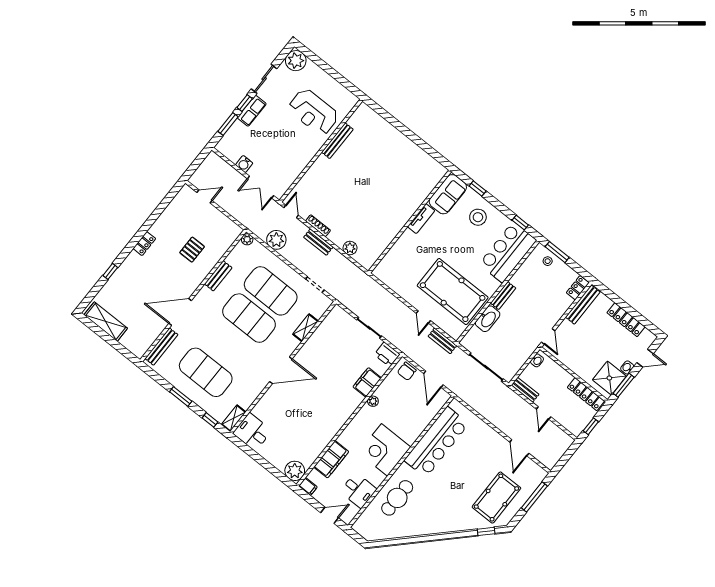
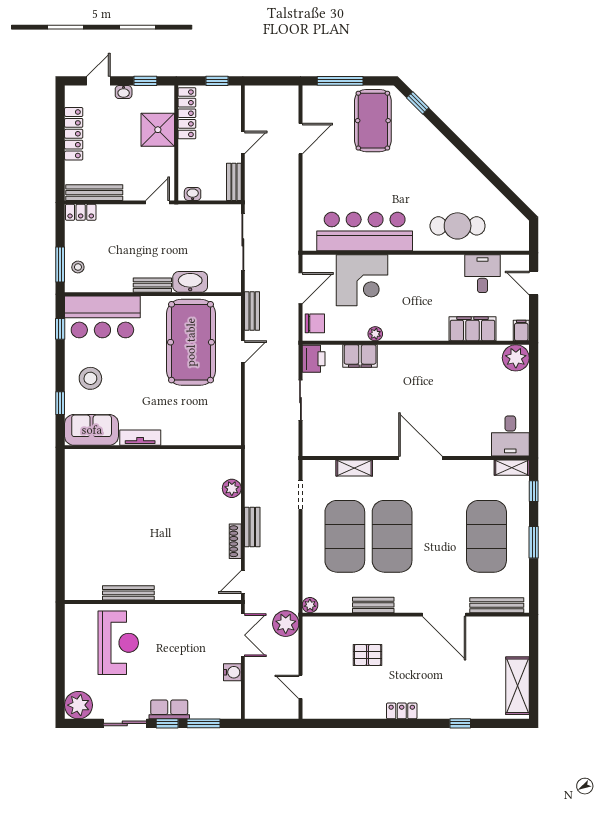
plant: (276, 240) -> (286, 624), moved
door: (645, 358) -> (98, 81), hinge flipped
shower: (609, 378) -> (158, 130), moved
window: (624, 385) -> (145, 81), width x0.67
corner desk: (385, 450) -> (362, 280), moved
pool table: (496, 498) -> (373, 121), turned 90

